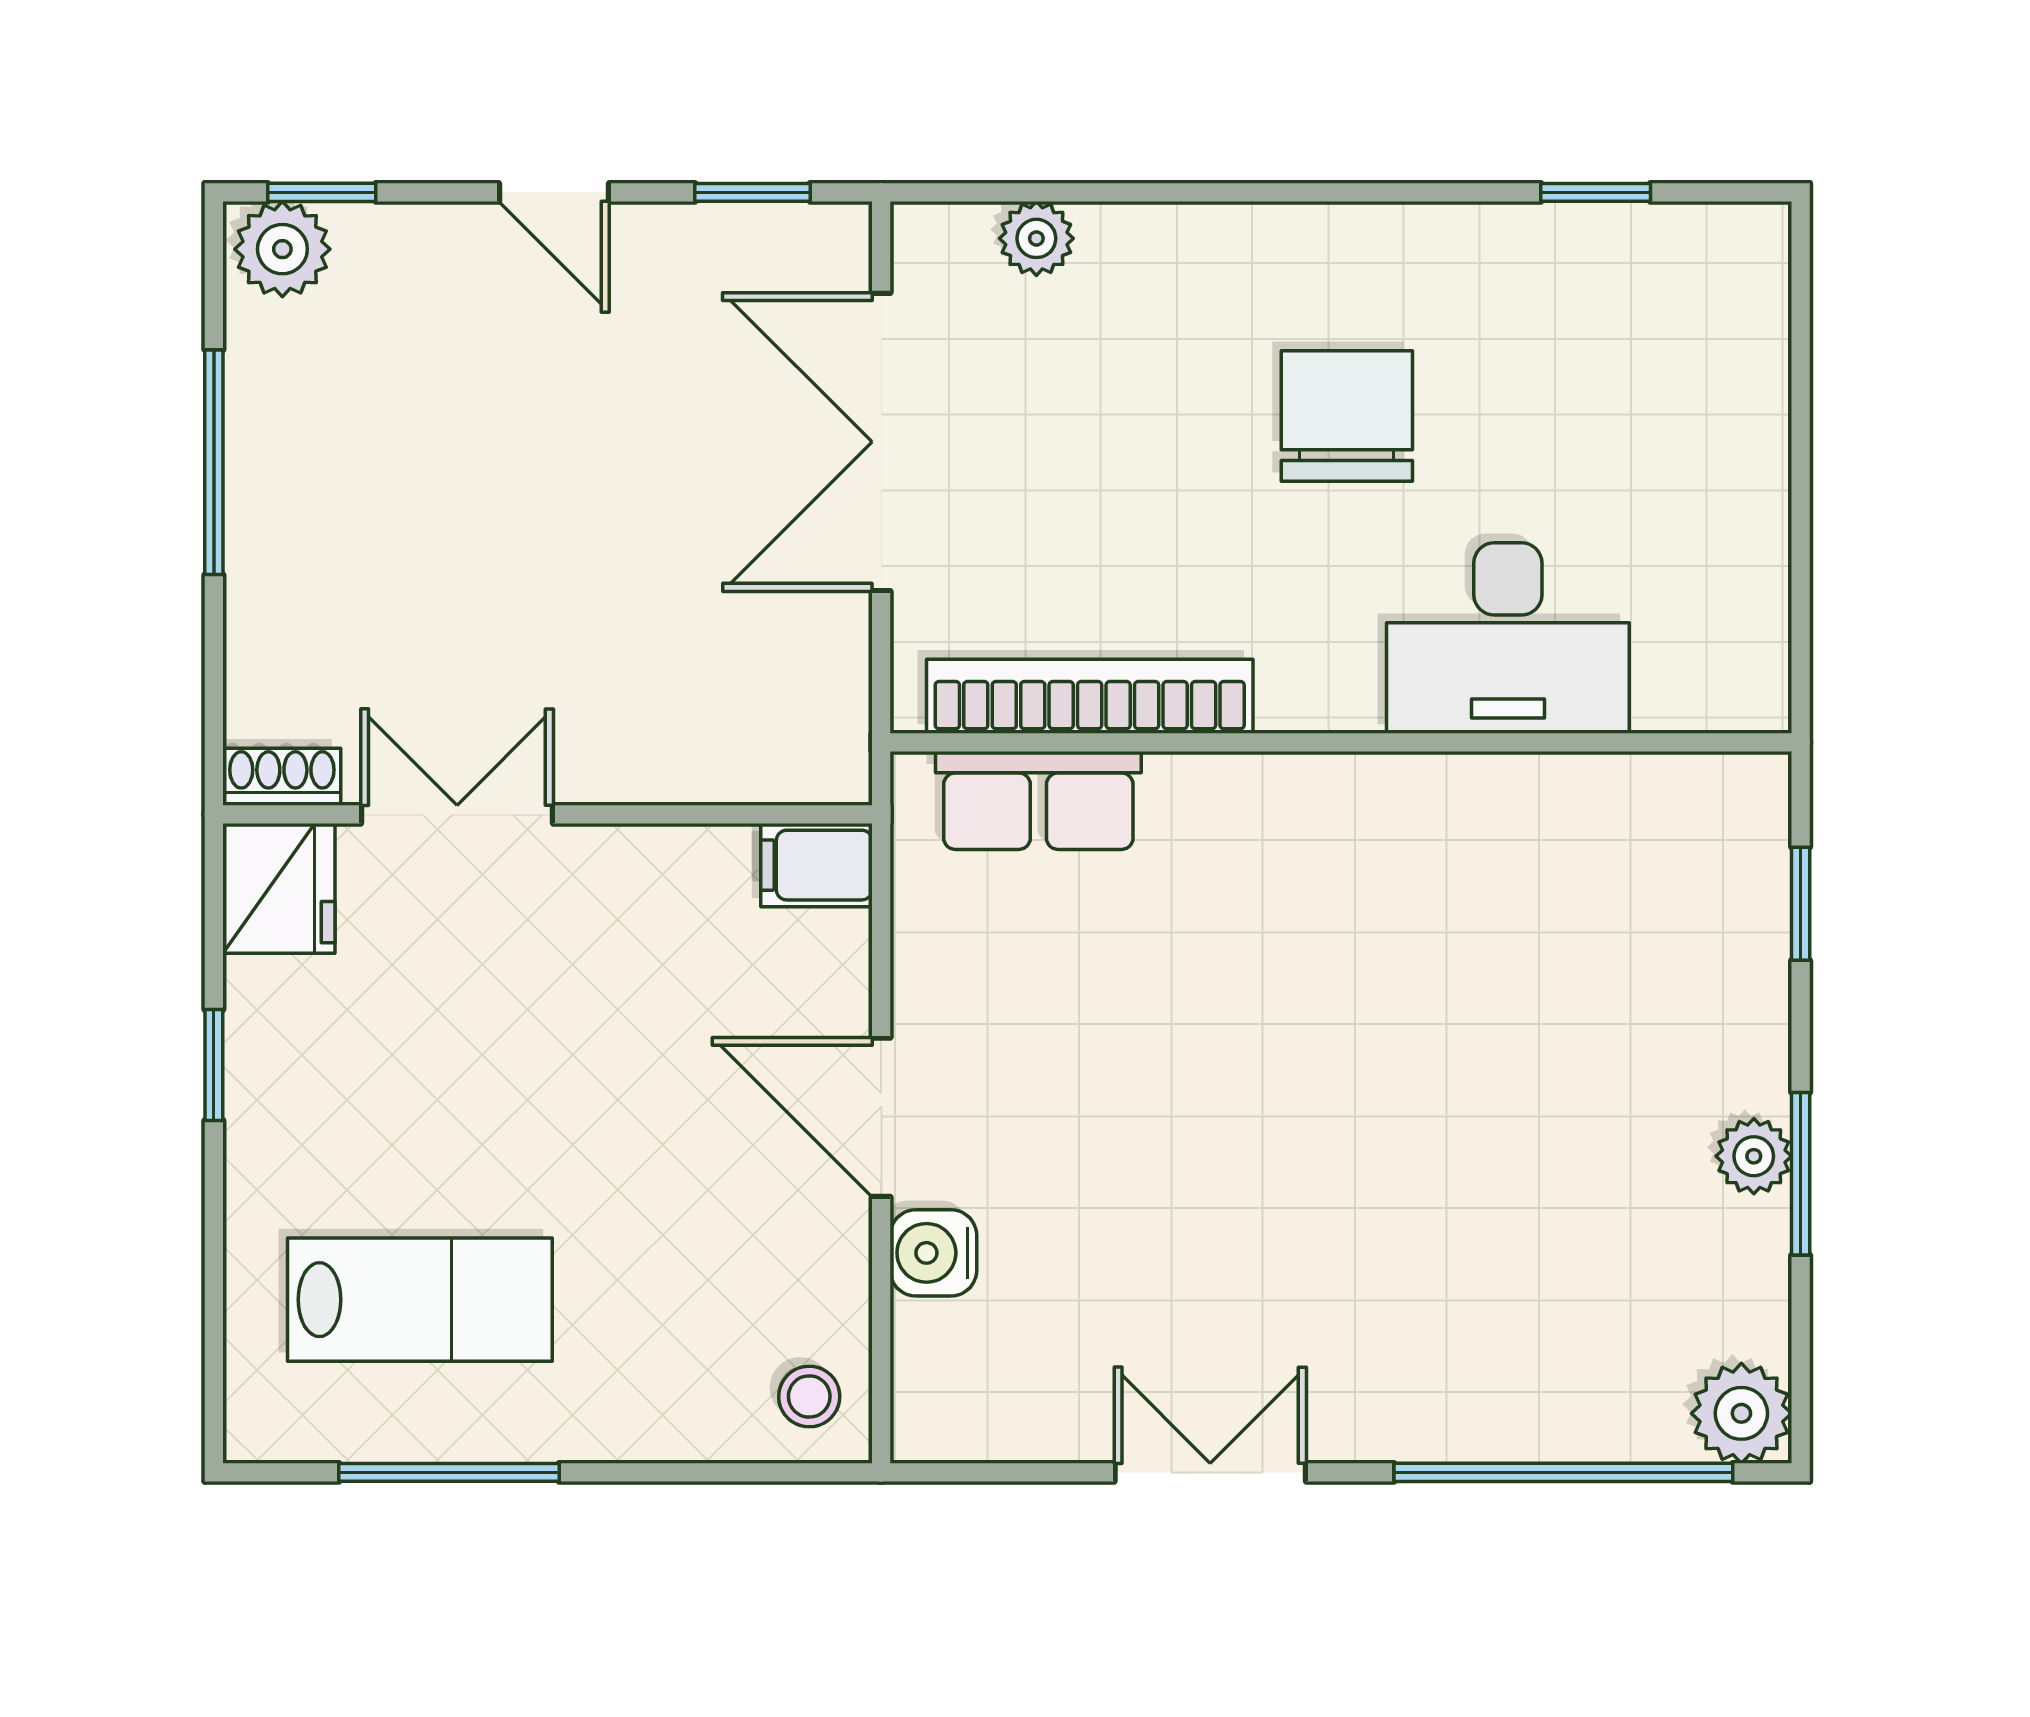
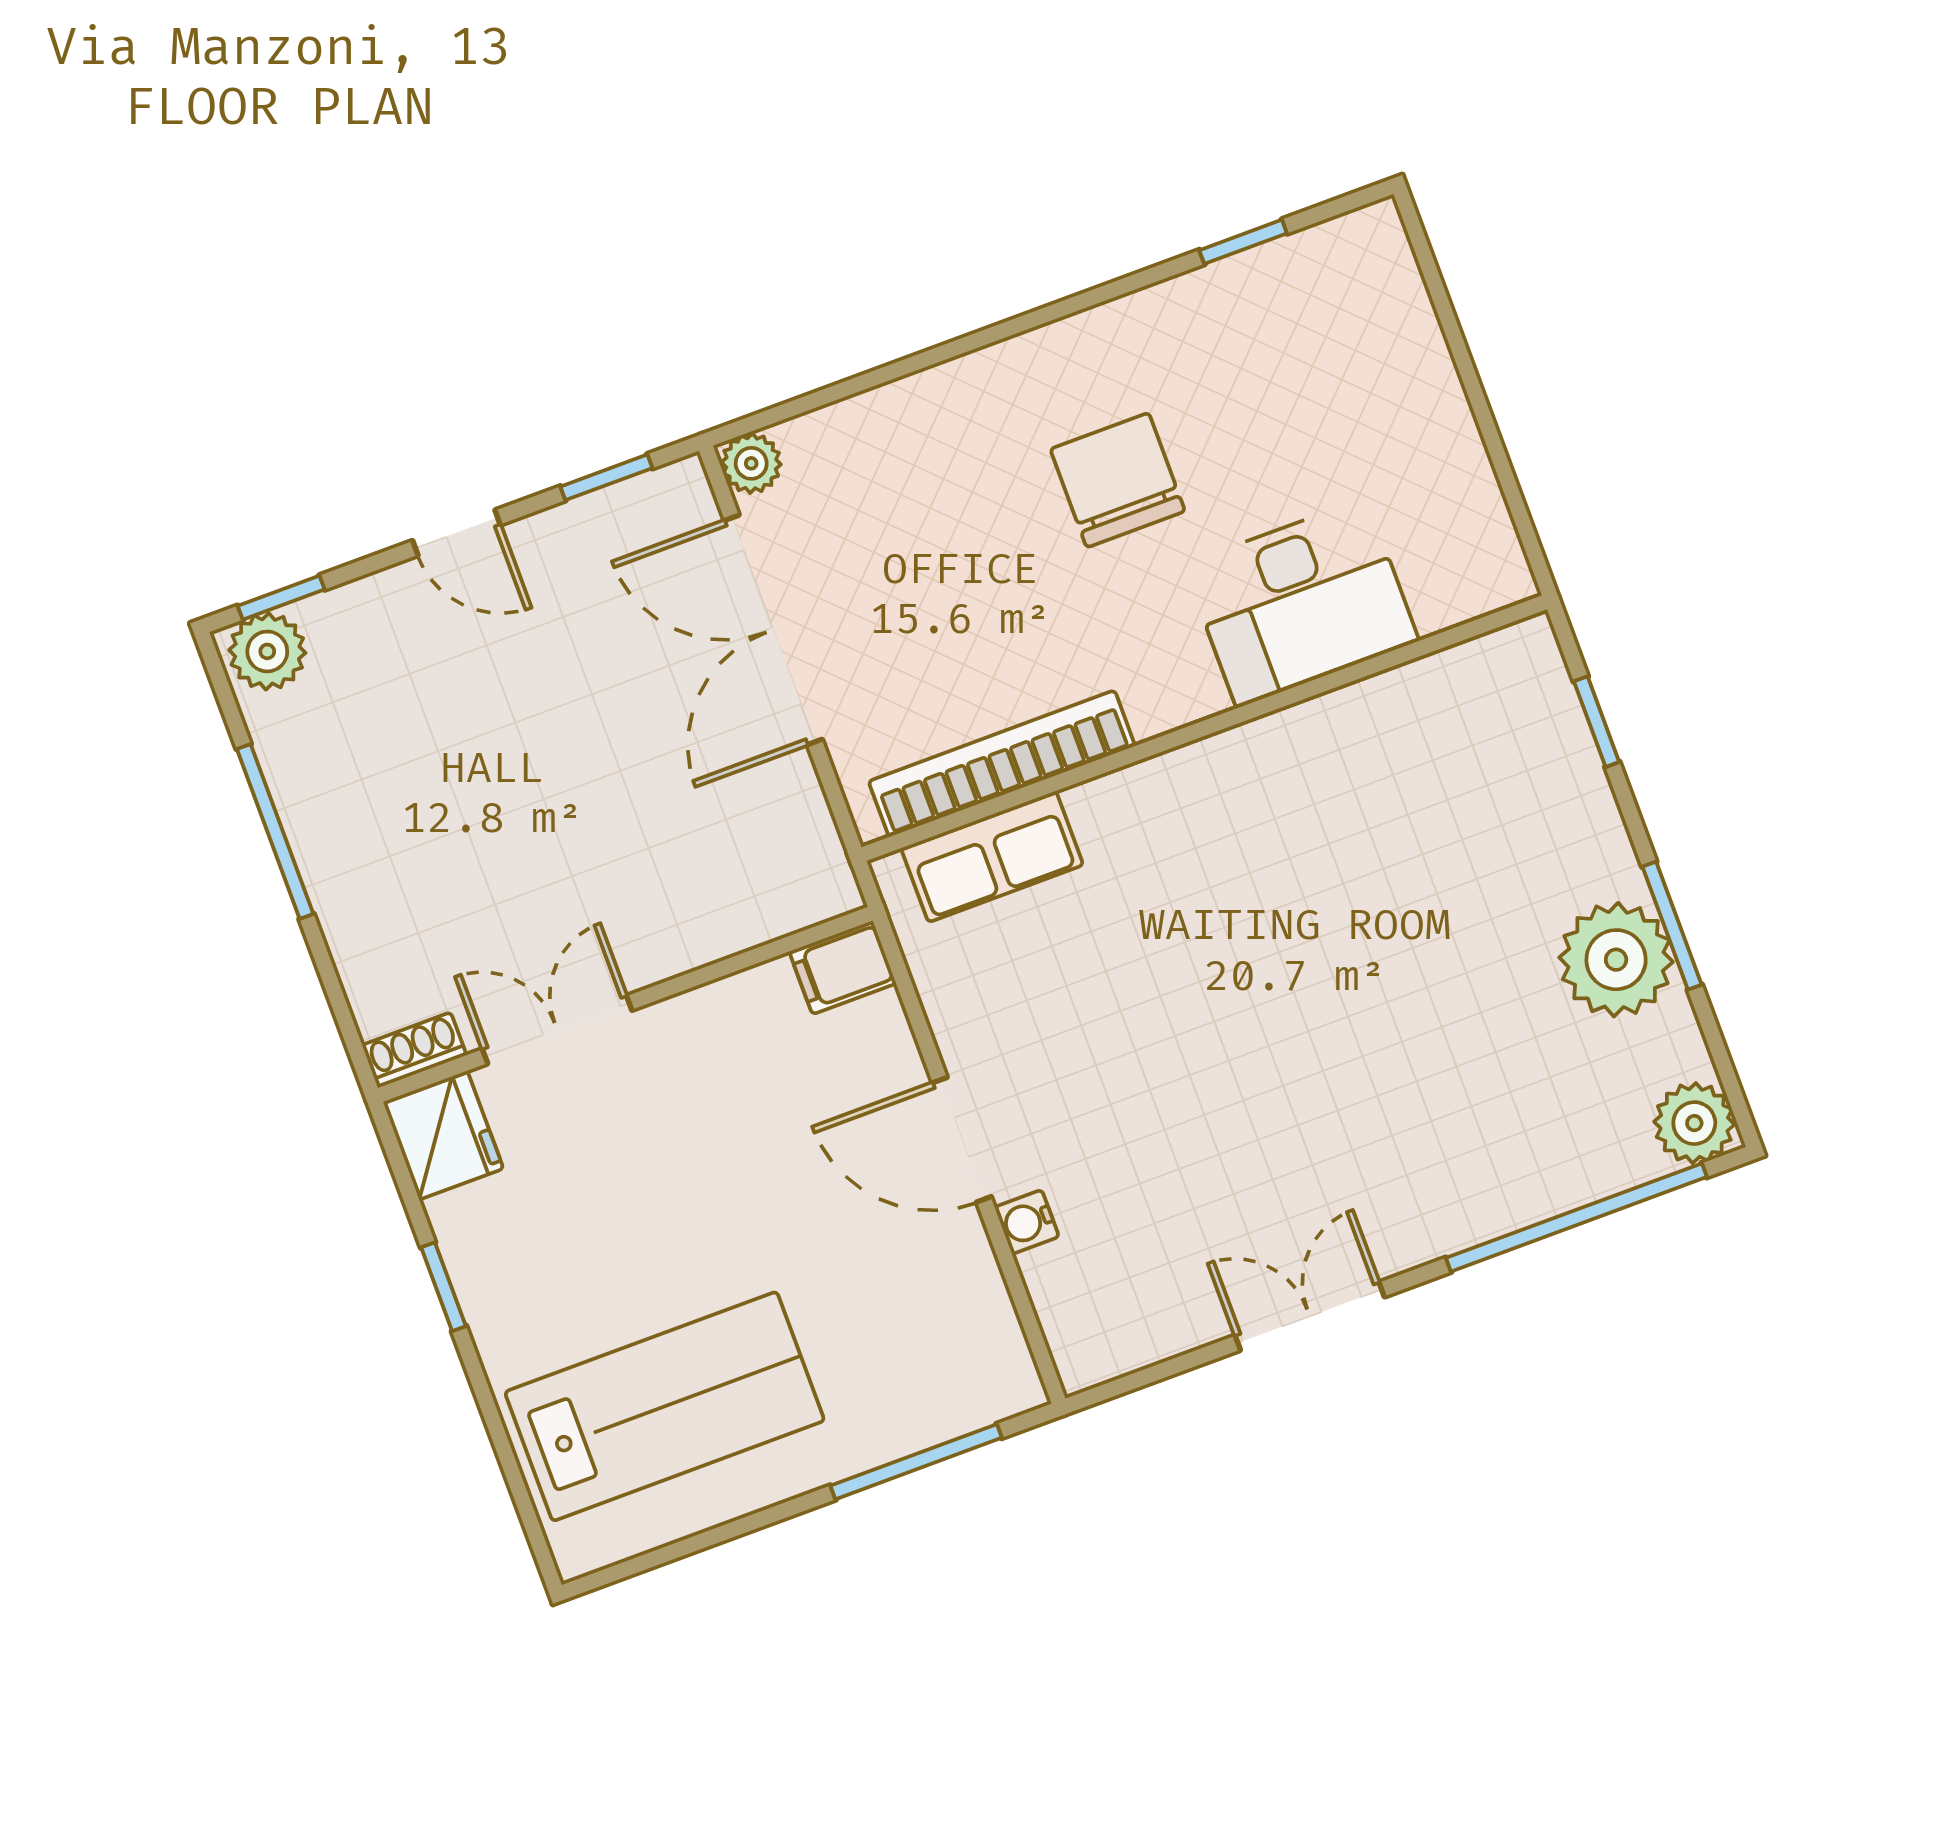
plant: (1036, 238) -> (751, 463), moved
plant: (1754, 1156) -> (1616, 960), width x1.88, depth x1.88
water cooler: (933, 1253) -> (1027, 1222), width x0.72, depth x0.72
lab bench: (420, 1300) -> (665, 1406), width x1.36, depth x1.39
stool: (809, 1397) -> (986, 1371), removed
window: (449, 1472) -> (916, 1462), moved

